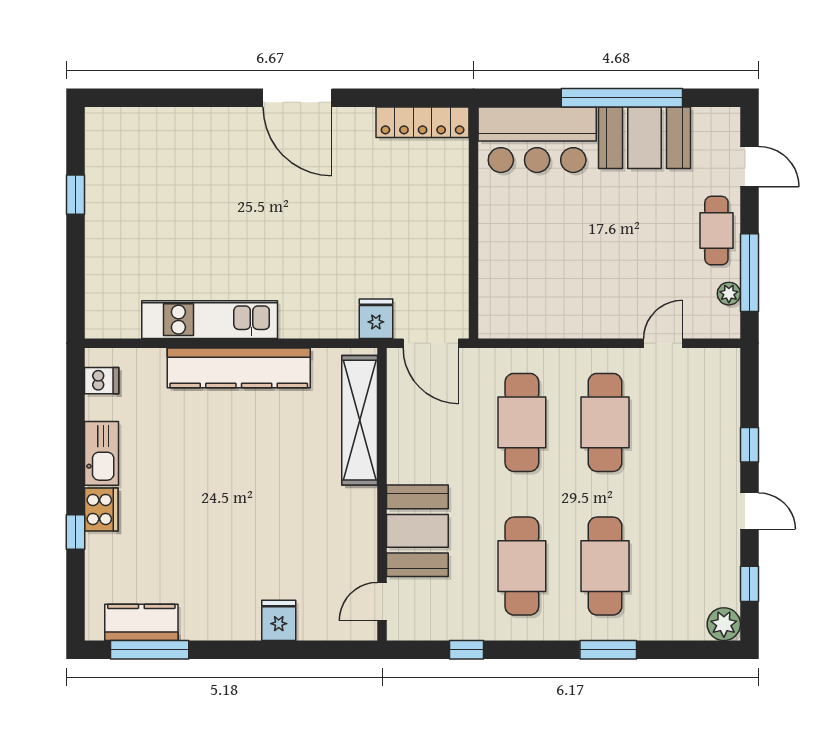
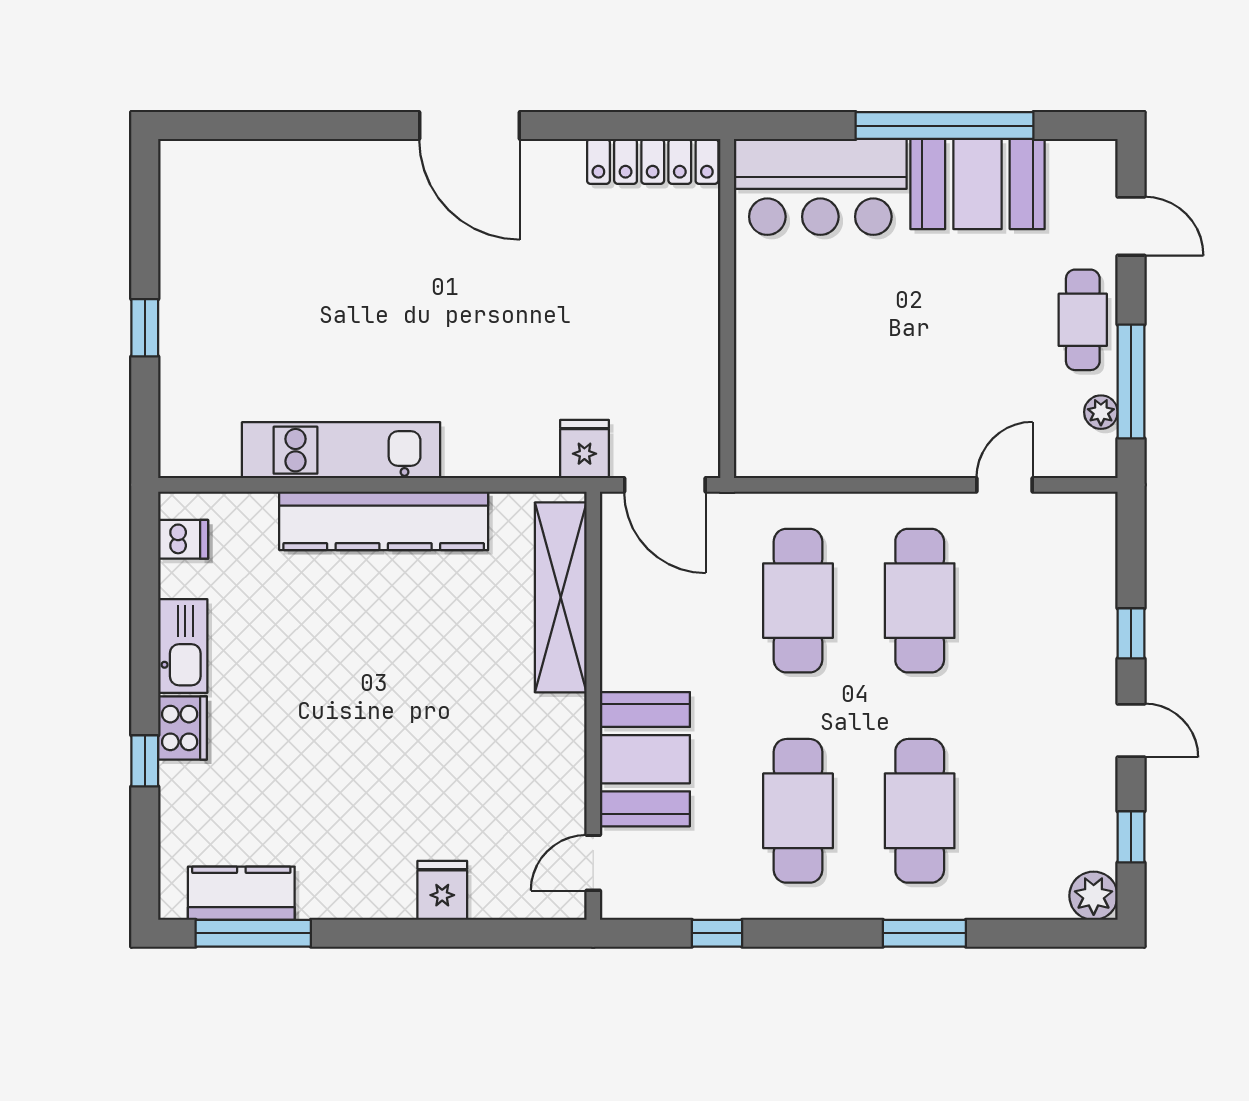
window: (75, 195) -> (145, 328), moved

